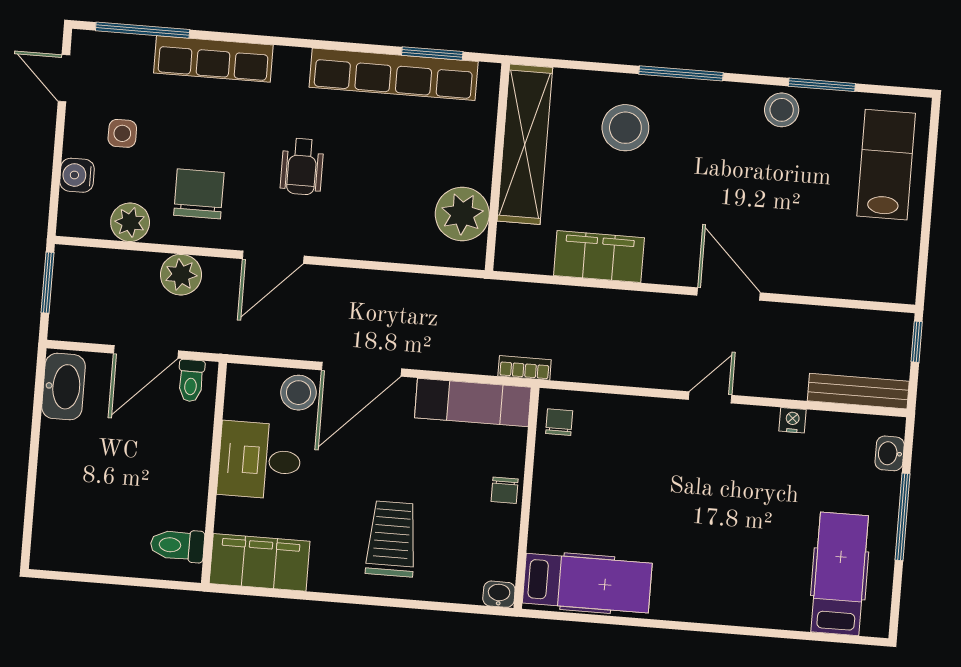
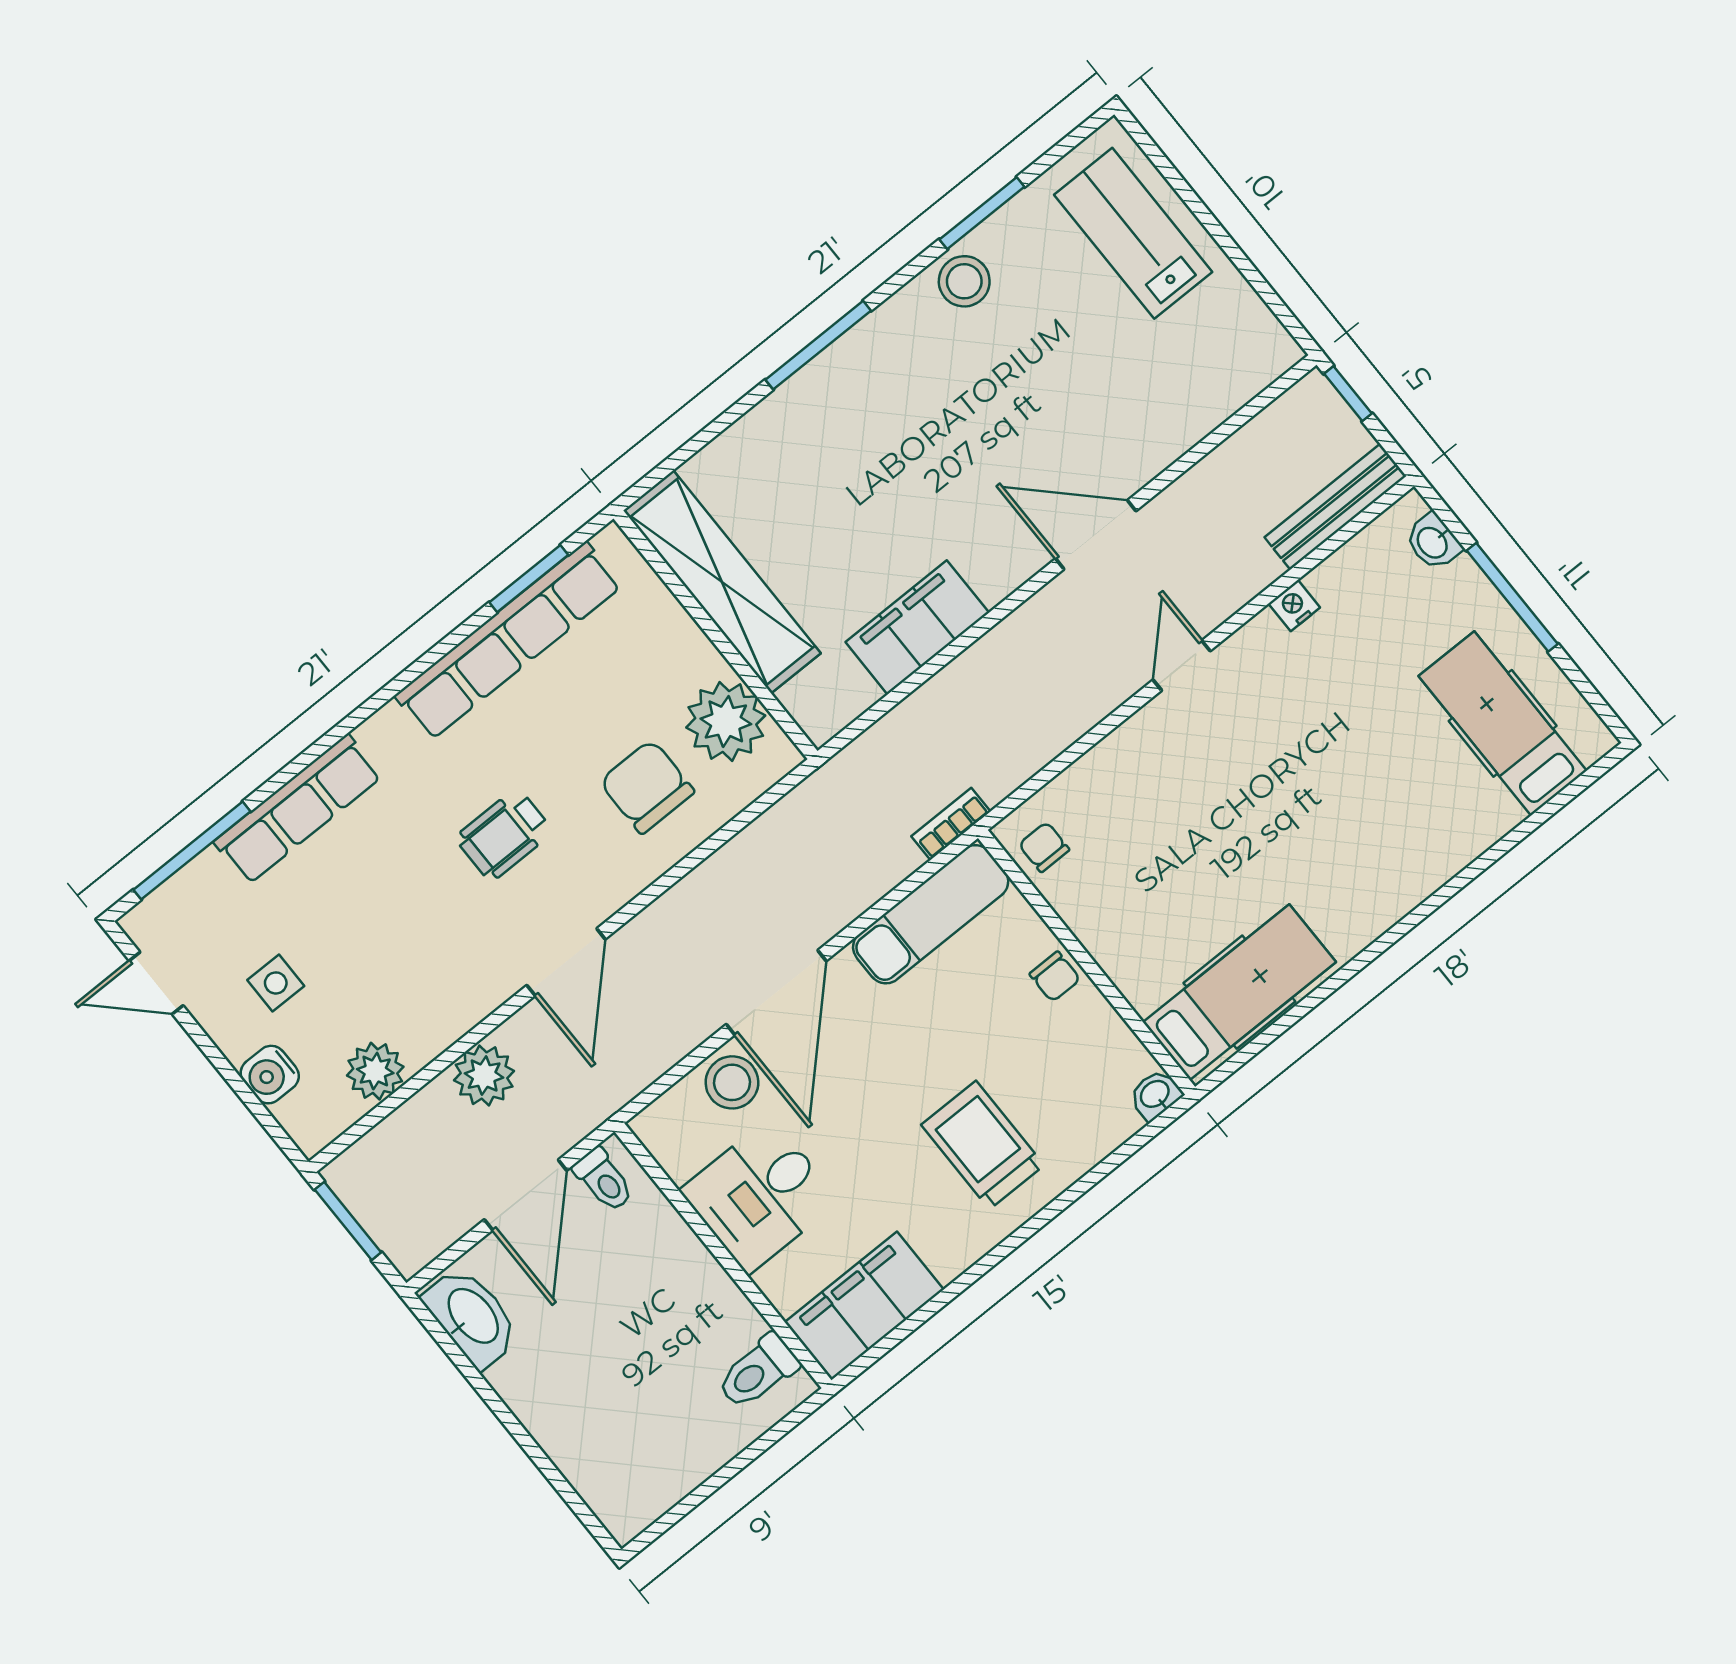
stool: (625, 128) -> (814, 461), removed
wheelchair: (302, 167) -> (504, 835), turned 90
chair: (199, 194) -> (647, 787), moved

